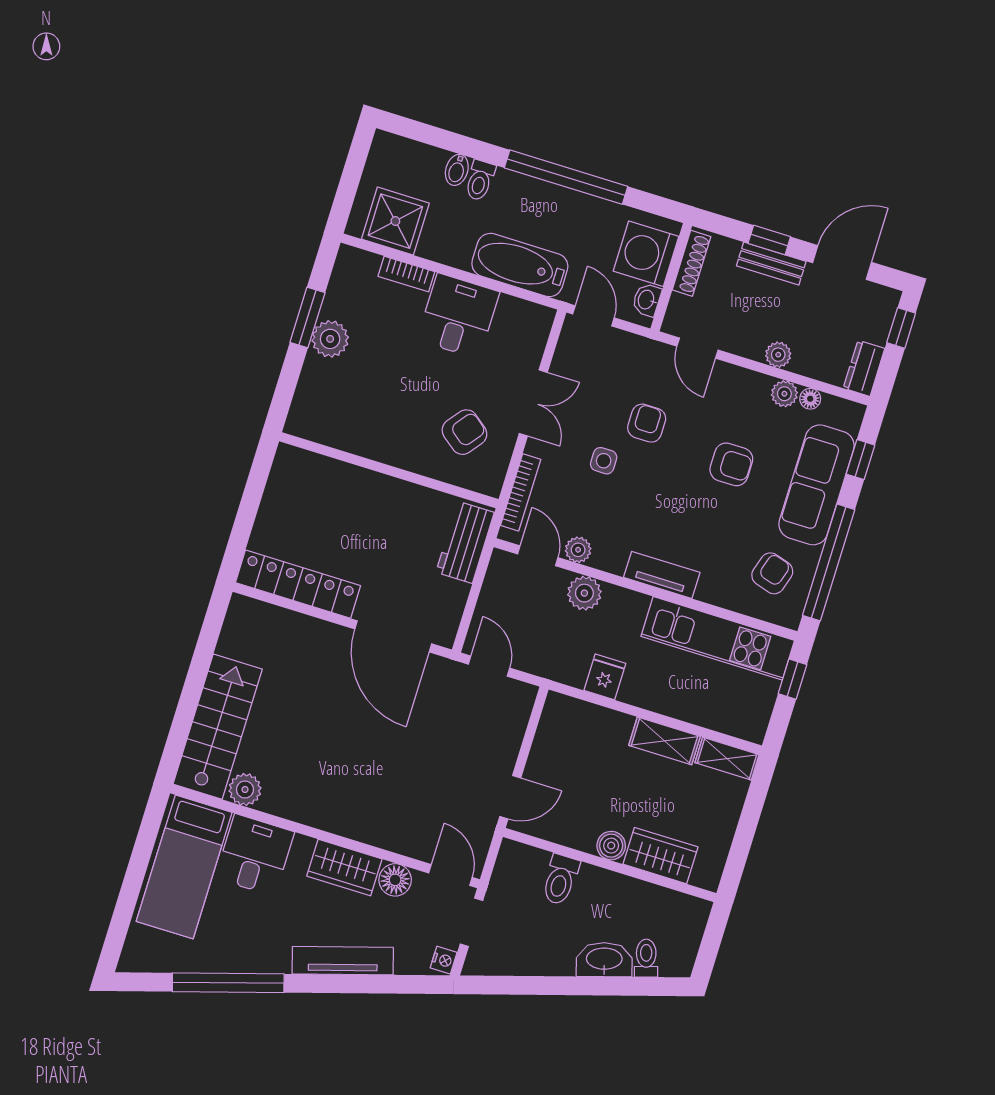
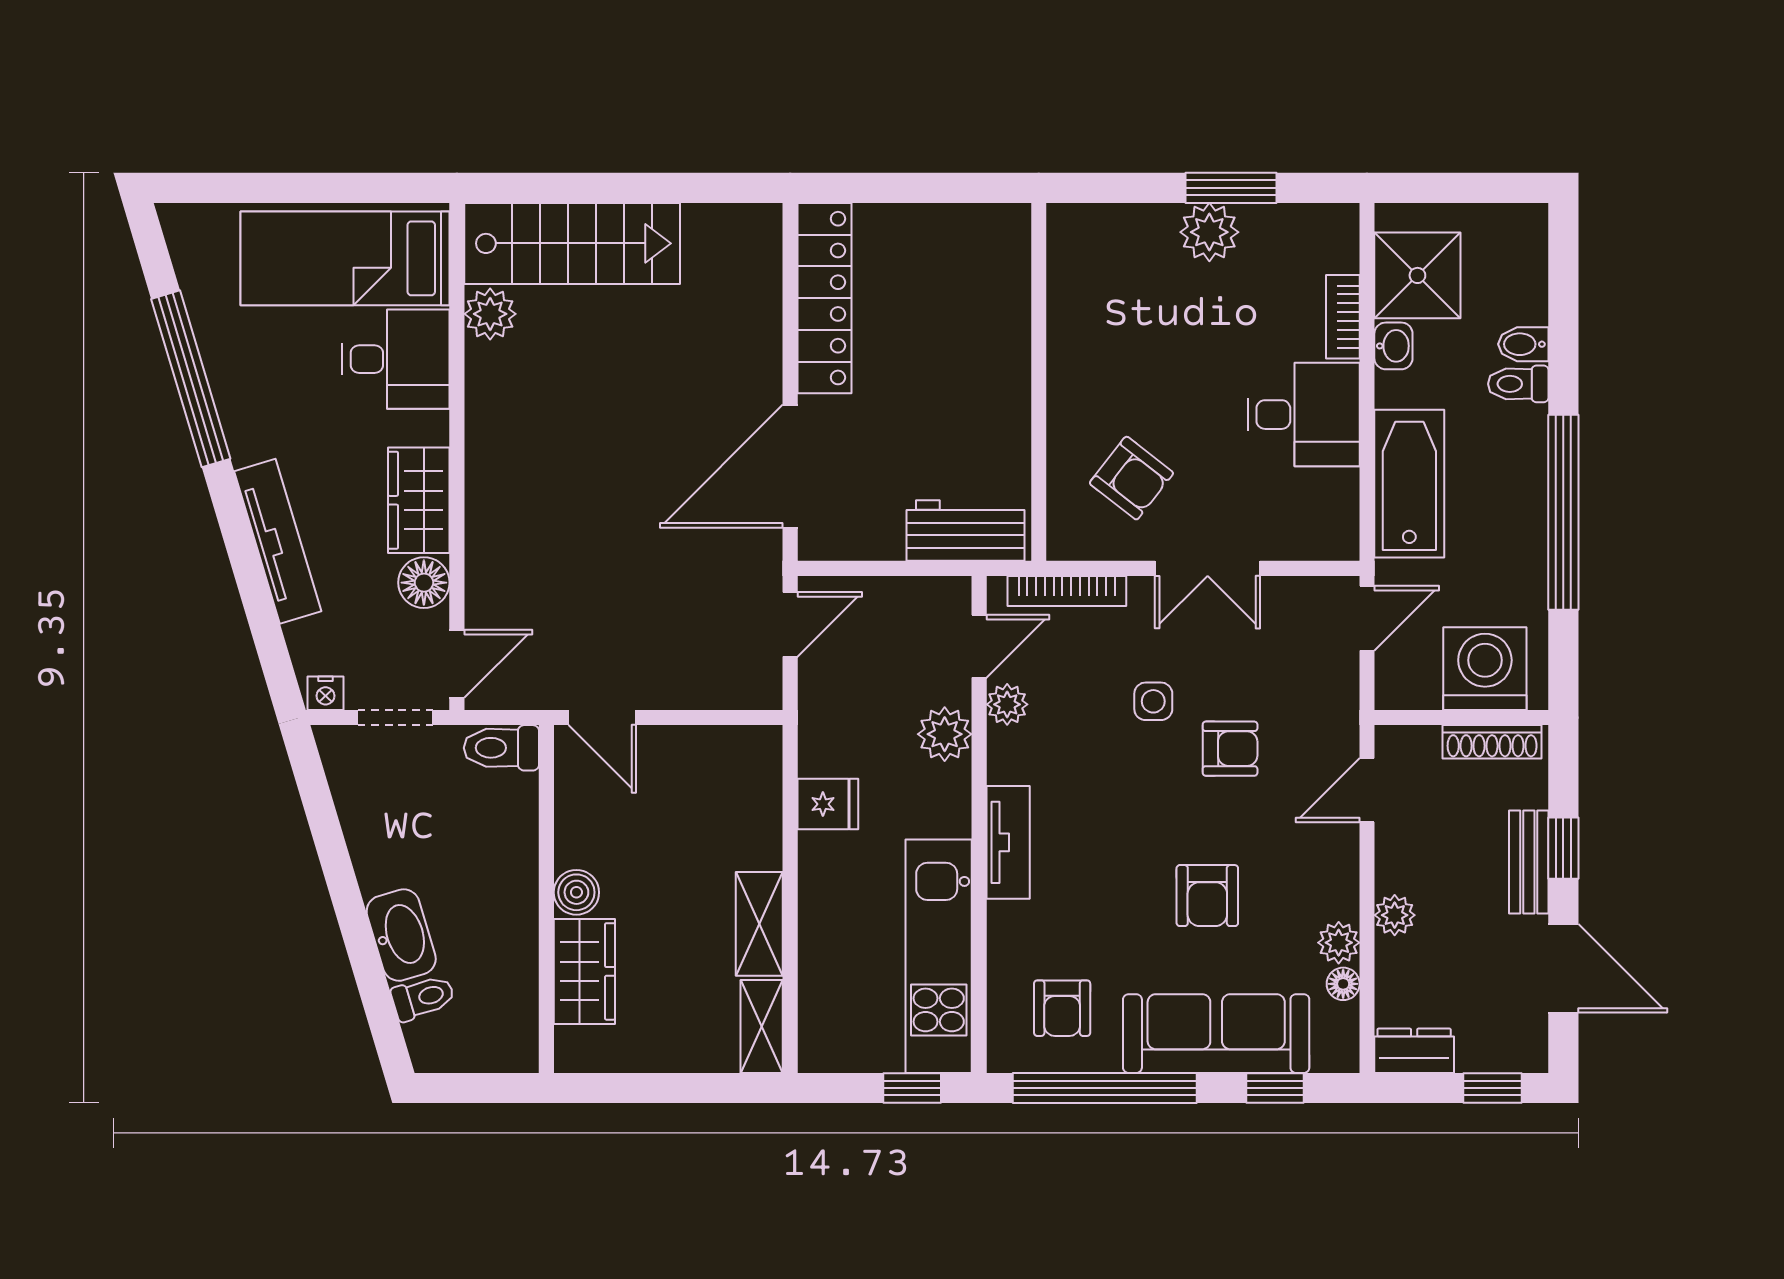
washbasin: (647, 300) -> (1393, 346), moved, turned 90
armchair: (772, 573) -> (1062, 1008), turned 73
toilet: (560, 880) -> (501, 748), moved

